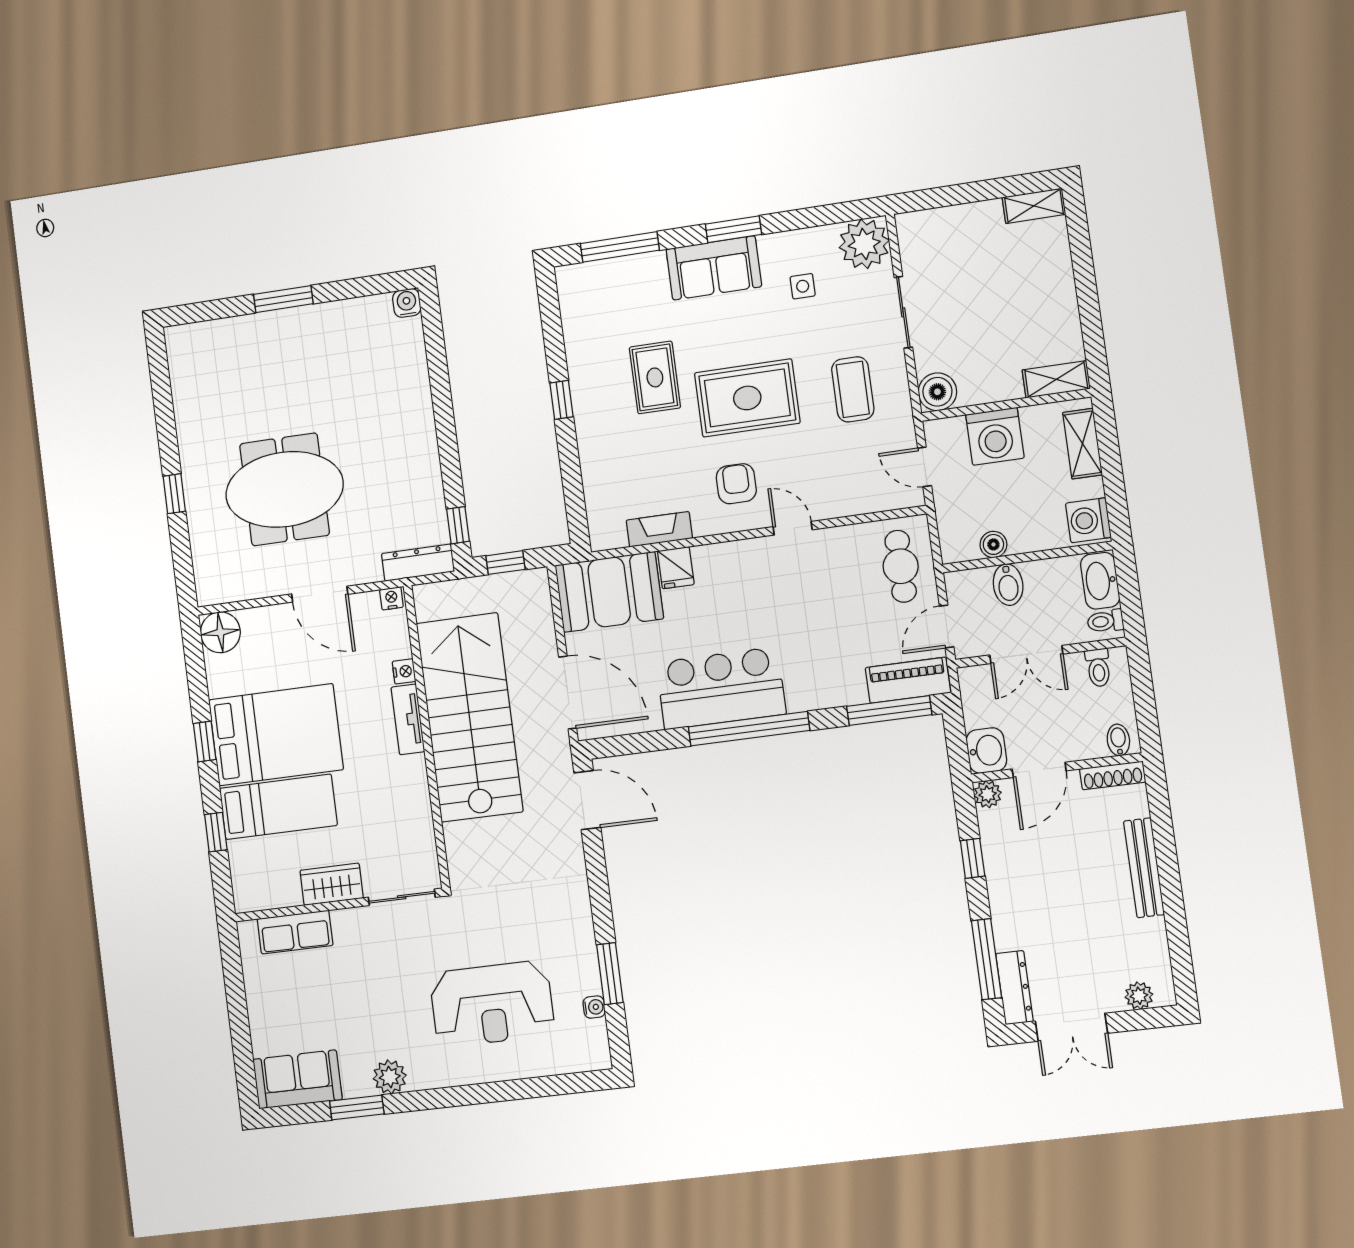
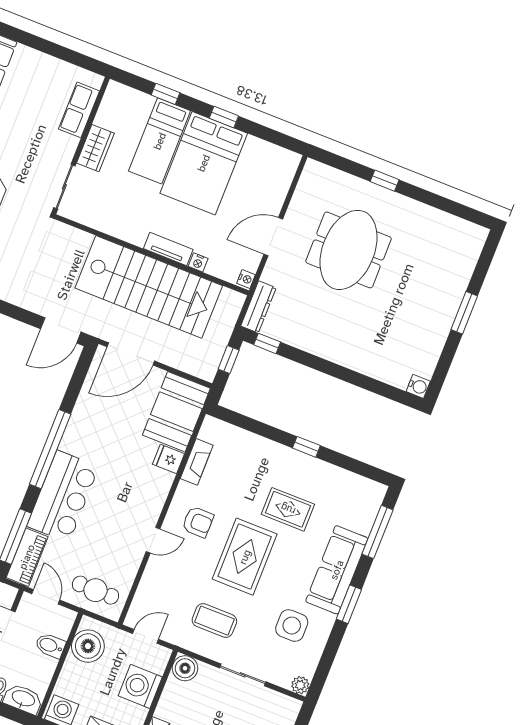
plant: (864, 244) -> (300, 685), width x0.53, depth x0.53
sofa: (714, 268) -> (337, 570), width x1.36
side table: (803, 286) -> (292, 626), width x1.87, depth x1.87
boiler: (993, 544) -> (88, 646), width x1.86, depth x1.86
floor lamp: (220, 632) -> (284, 163), removed
bar counter: (721, 688) -> (63, 496), moved

